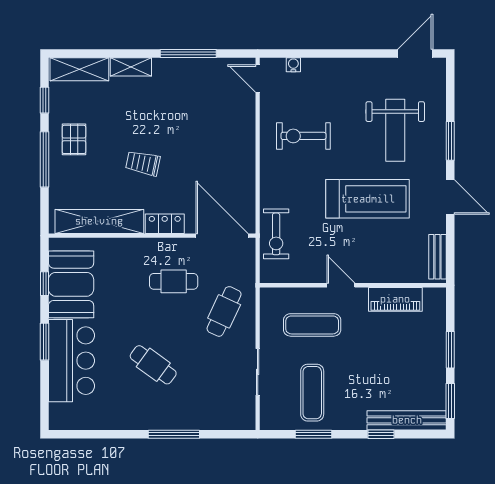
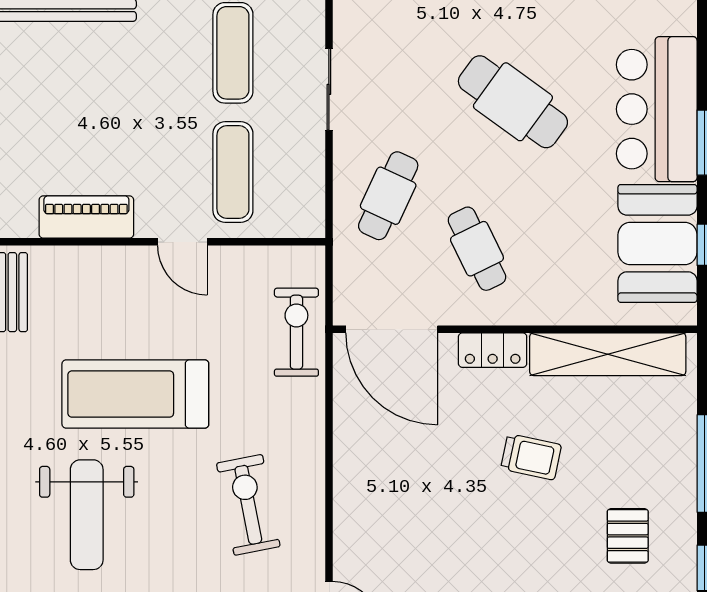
weight bench: (395, 130) -> (87, 515), turned 180
exercise bike: (303, 136) -> (248, 505), turned -101
pallet: (74, 139) -> (628, 536), moved
cafe table: (174, 281) -> (477, 249), turned 64
exercise mat: (312, 325) -> (233, 172), turned 90
cafe table: (153, 365) -> (513, 102), width x1.37, depth x1.35

